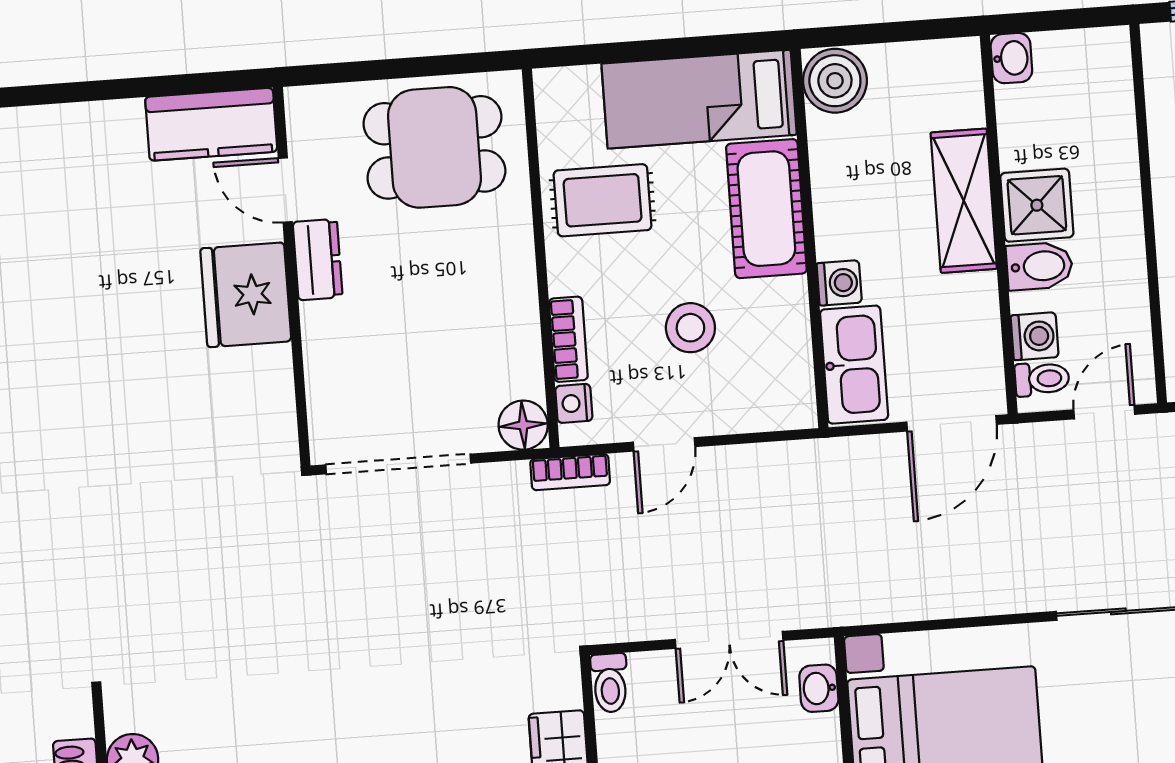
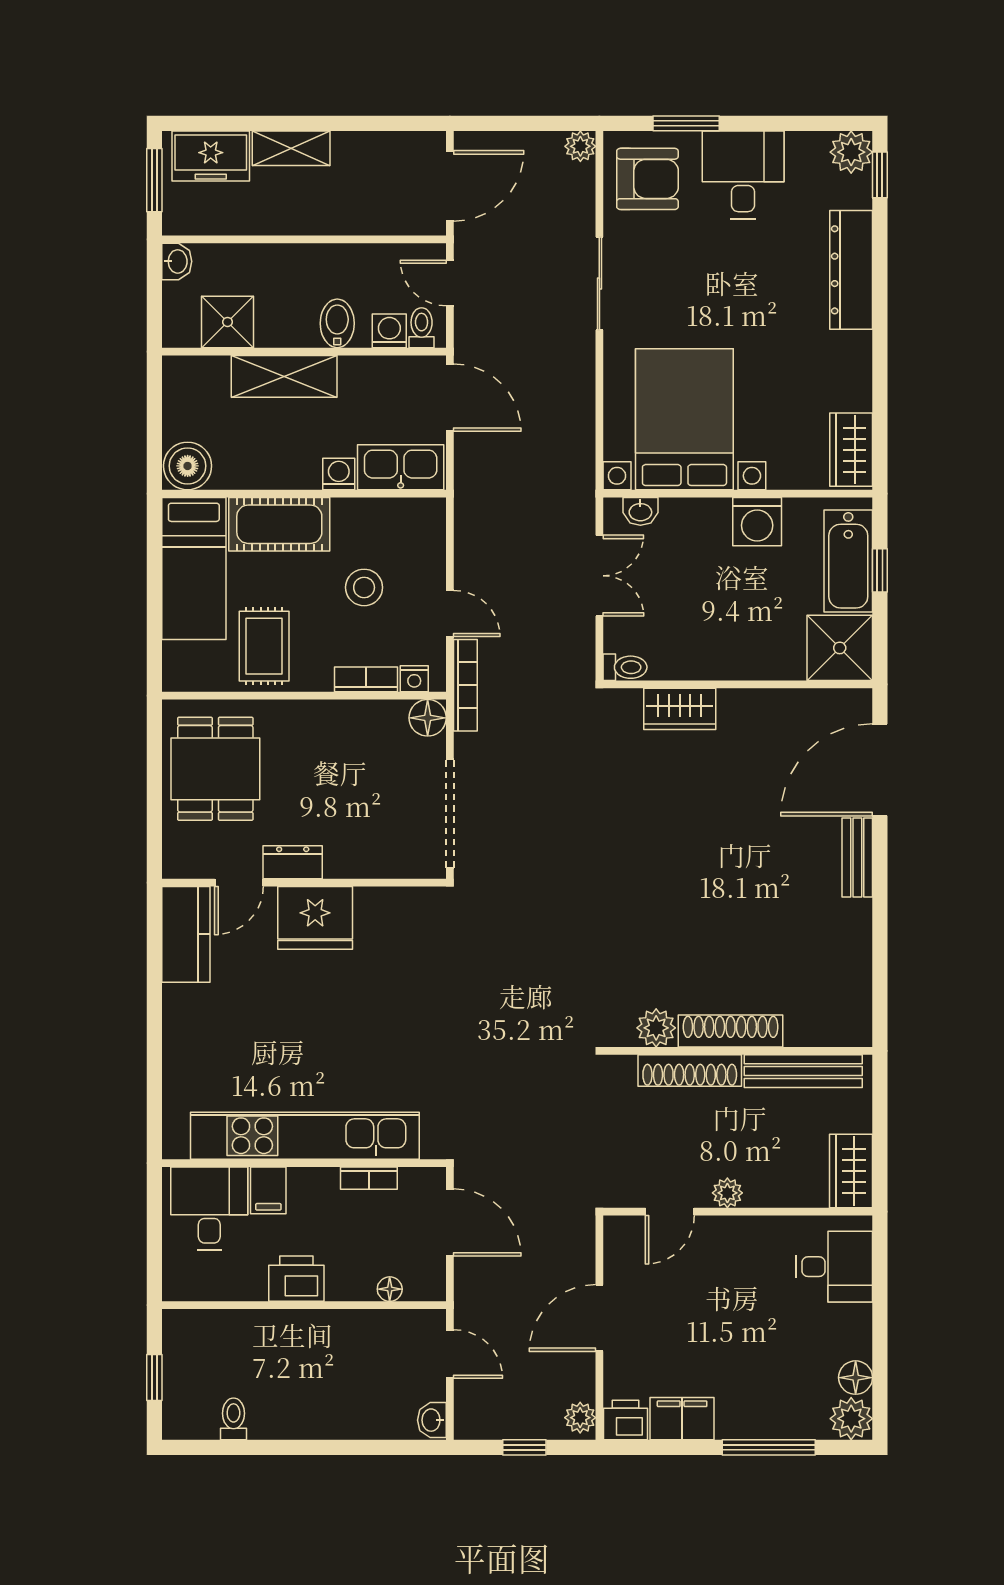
washbasin: (1011, 58) -> (177, 261), moved, turned 90
shower: (1037, 205) -> (228, 322), moved
bookcase: (570, 472) -> (465, 685), width x1.56

